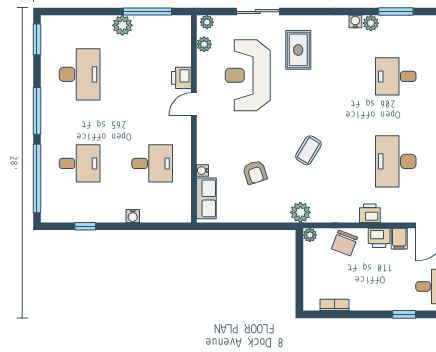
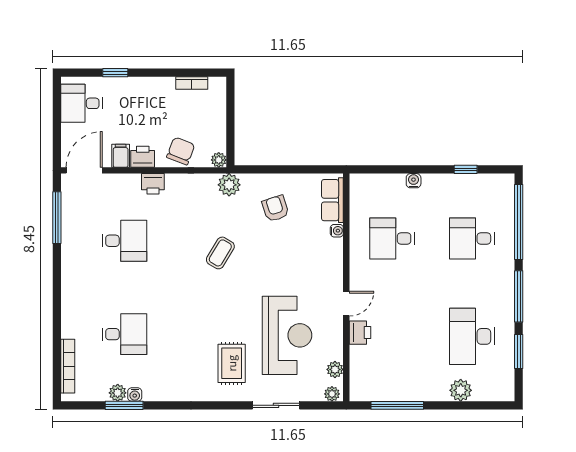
water cooler: (355, 22) -> (135, 395), moved
plant: (371, 23) -> (118, 393), moved
plant: (122, 25) -> (461, 390), moved
window: (37, 39) -> (519, 352), moved
desk: (396, 161) -> (124, 241), width x0.73
armchair: (255, 172) -> (275, 208), moved

